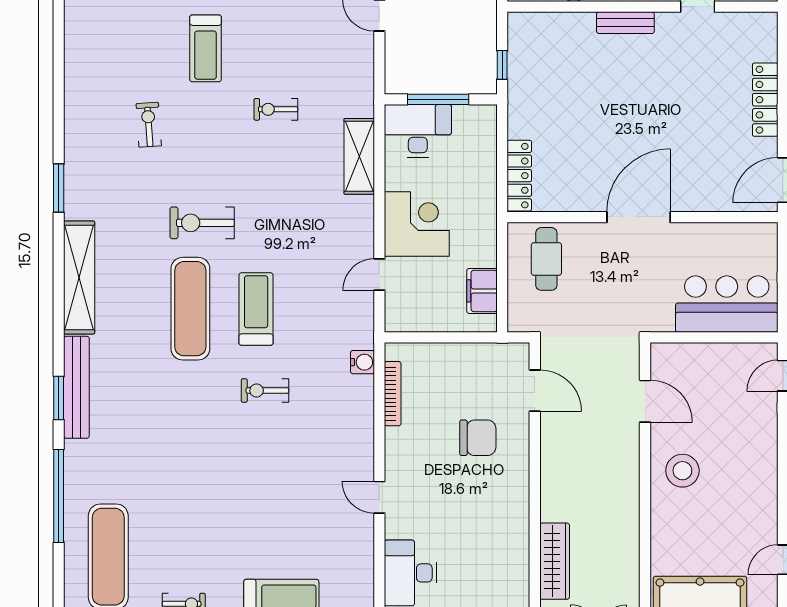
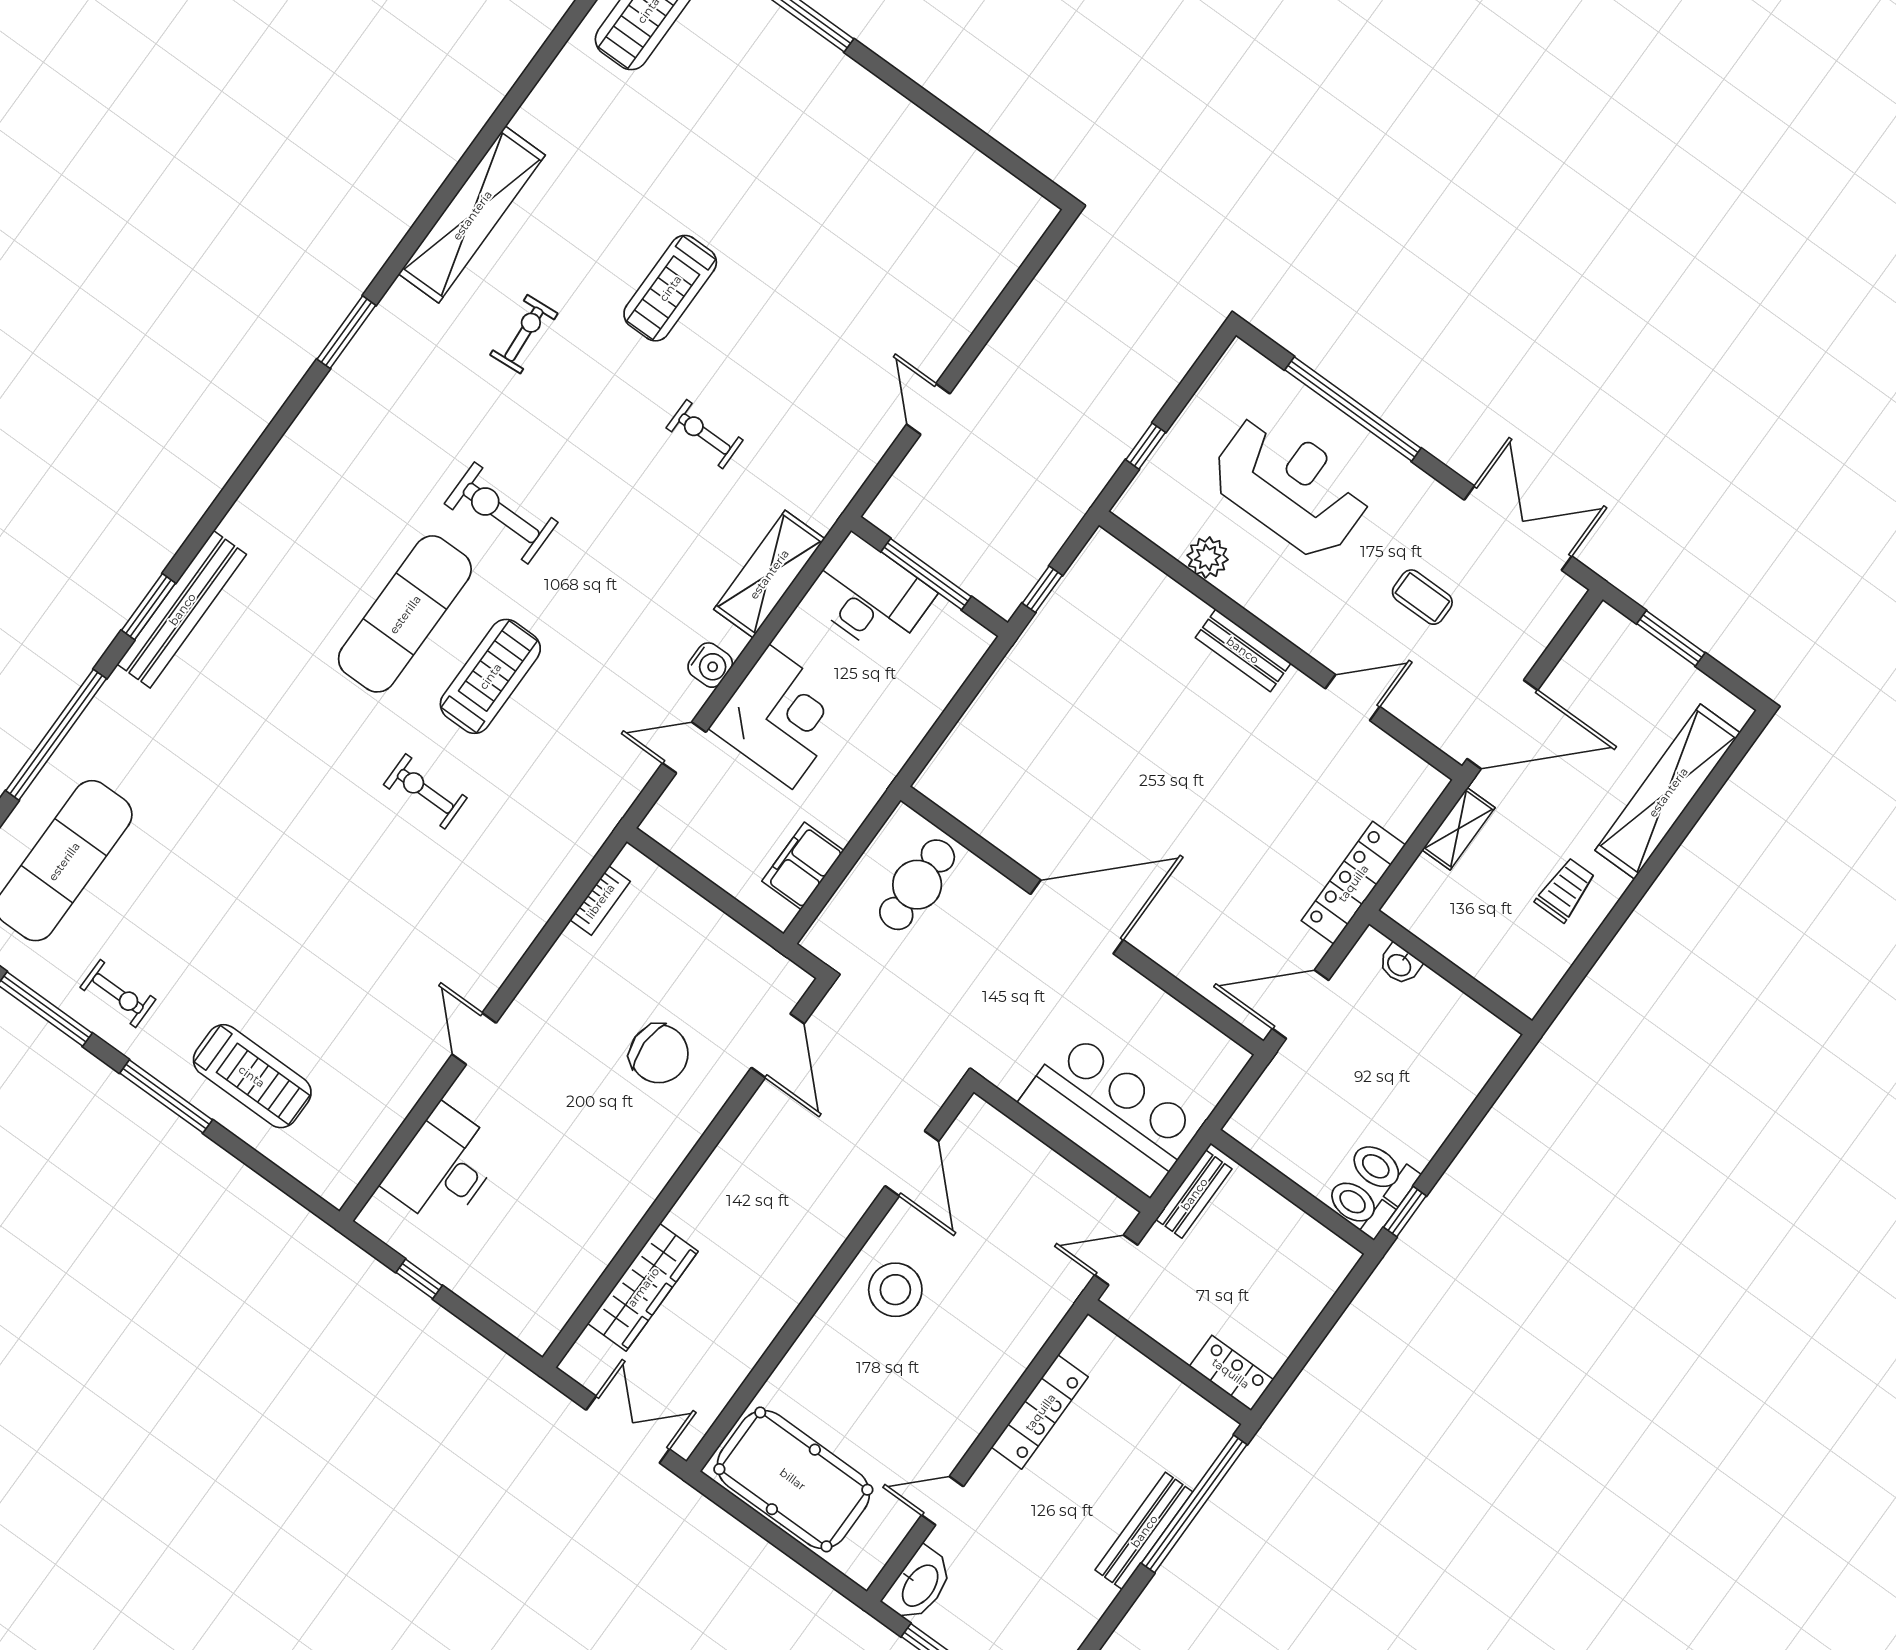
locker: (519, 176) -> (960, 750), removed
shelving: (79, 278) -> (472, 215), moved
water cooler: (363, 362) -> (710, 665), moved
bookcase: (393, 394) -> (600, 901), width x0.64

